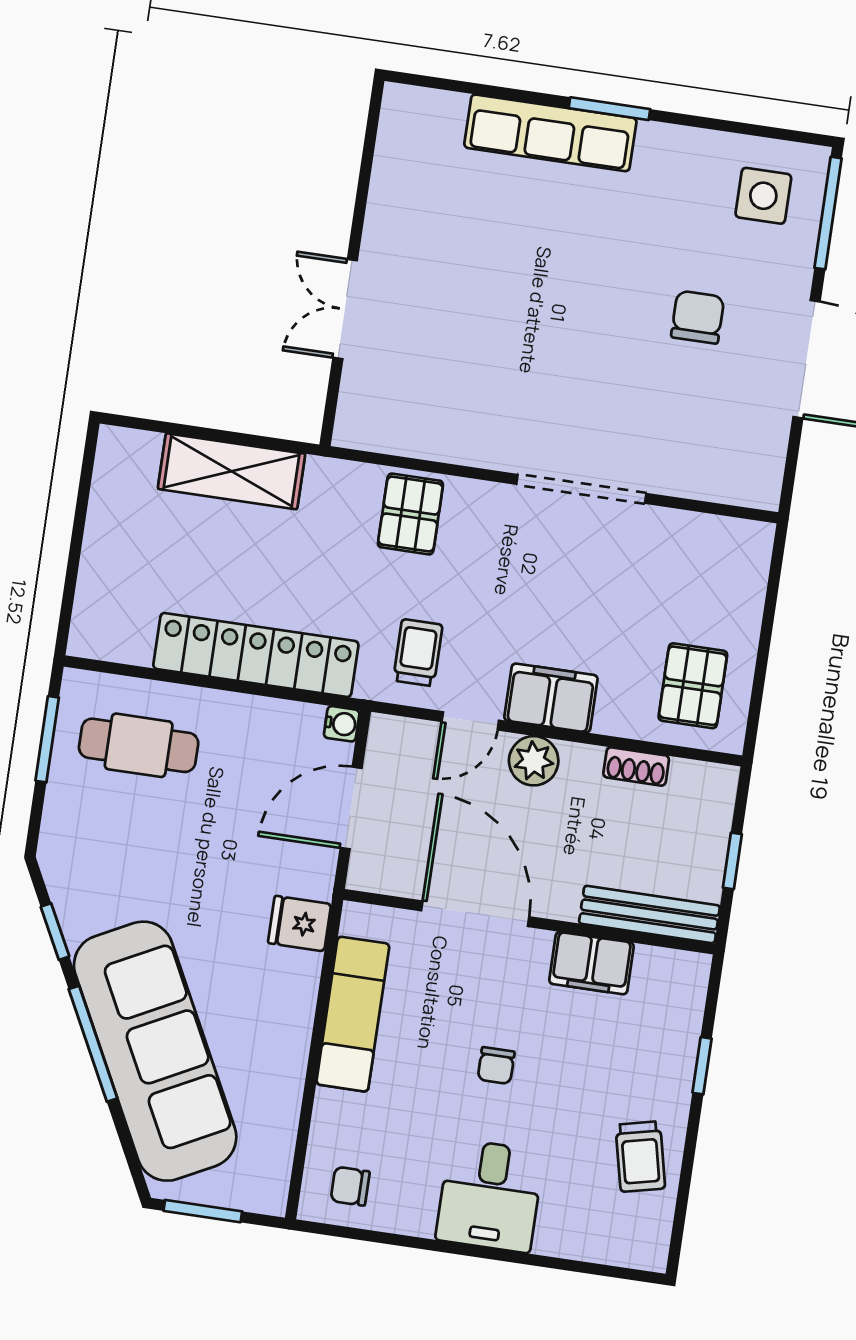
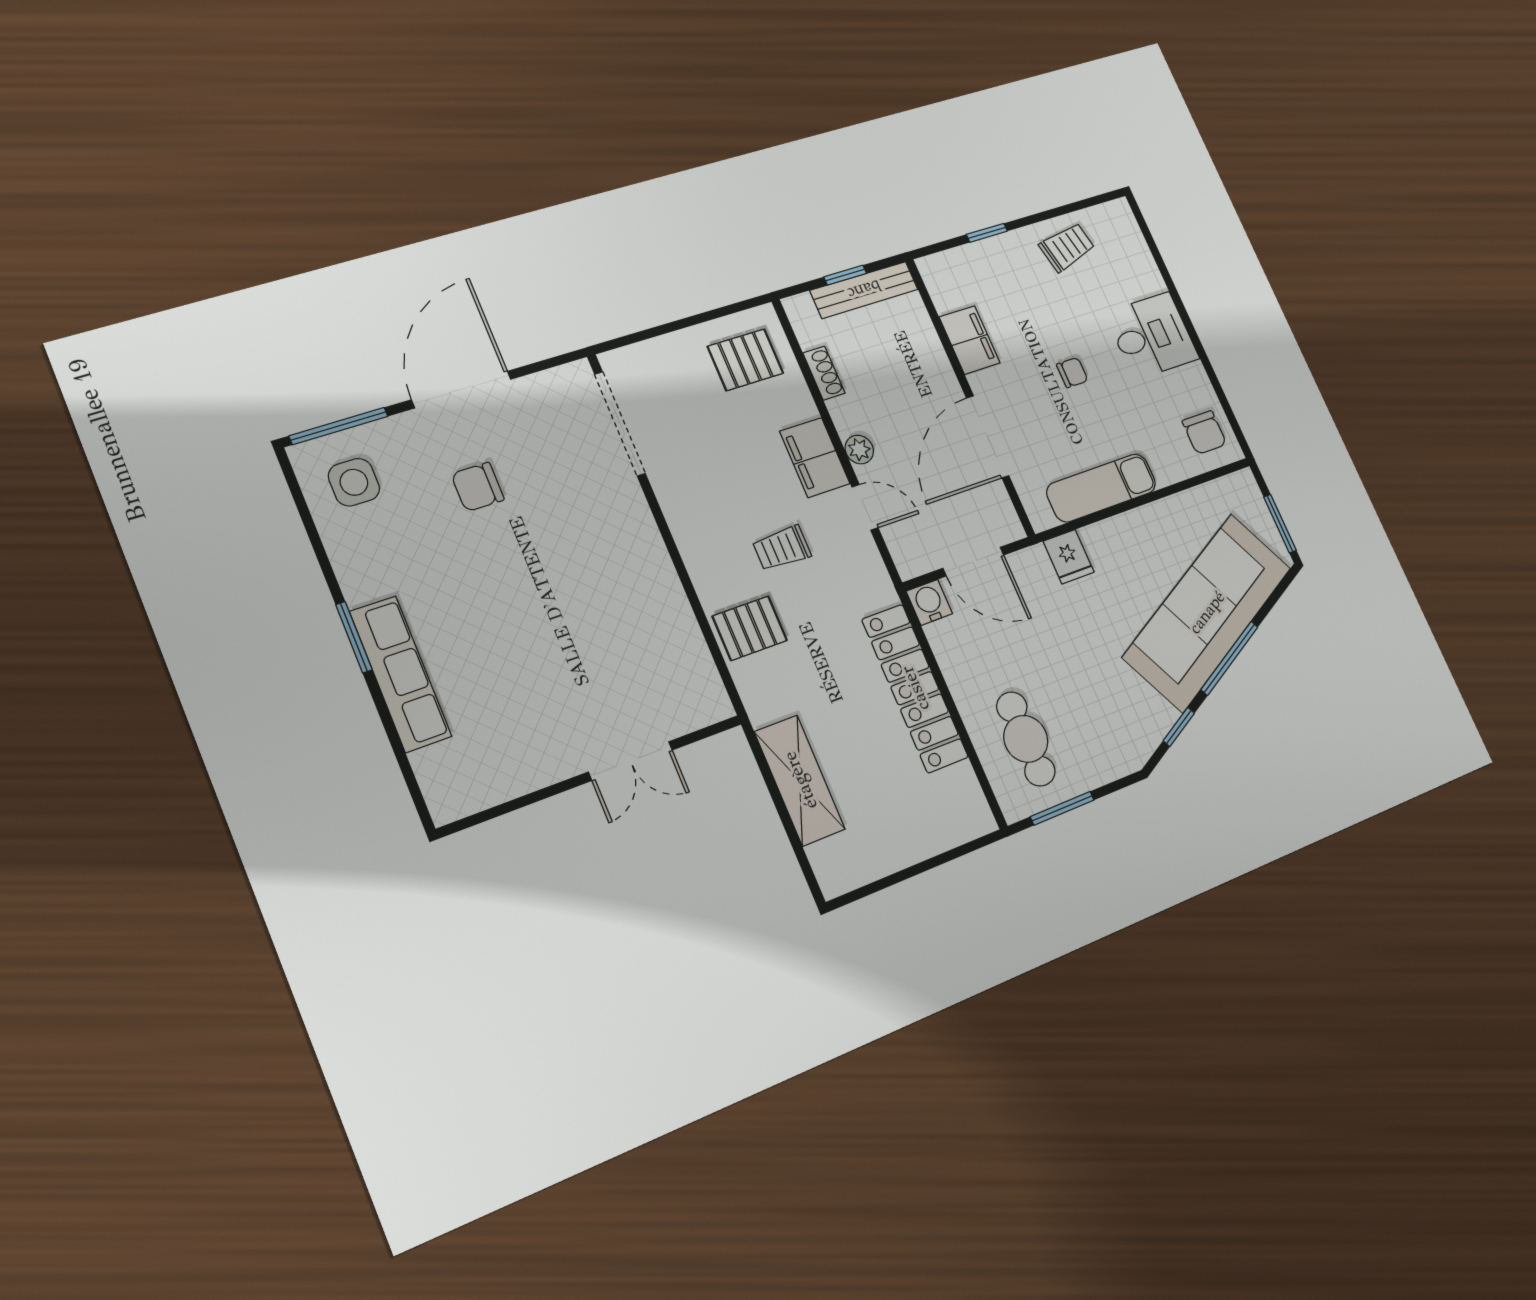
doorway: (581, 489) -> (620, 424), moved
trolley: (418, 653) -> (782, 548), moved
water cooler: (342, 724) -> (929, 602), width x1.38, depth x1.38
plant: (534, 761) -> (859, 450), width x0.73, depth x0.73
bench: (649, 914) -> (864, 290), moved, turned 90
chair: (350, 1186) -> (1204, 432), width x1.37, depth x1.37

